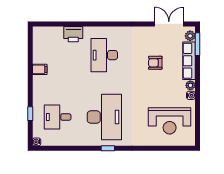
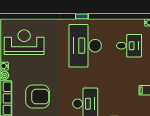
armchair: (155, 63) -> (37, 97), width x1.88, depth x1.88

